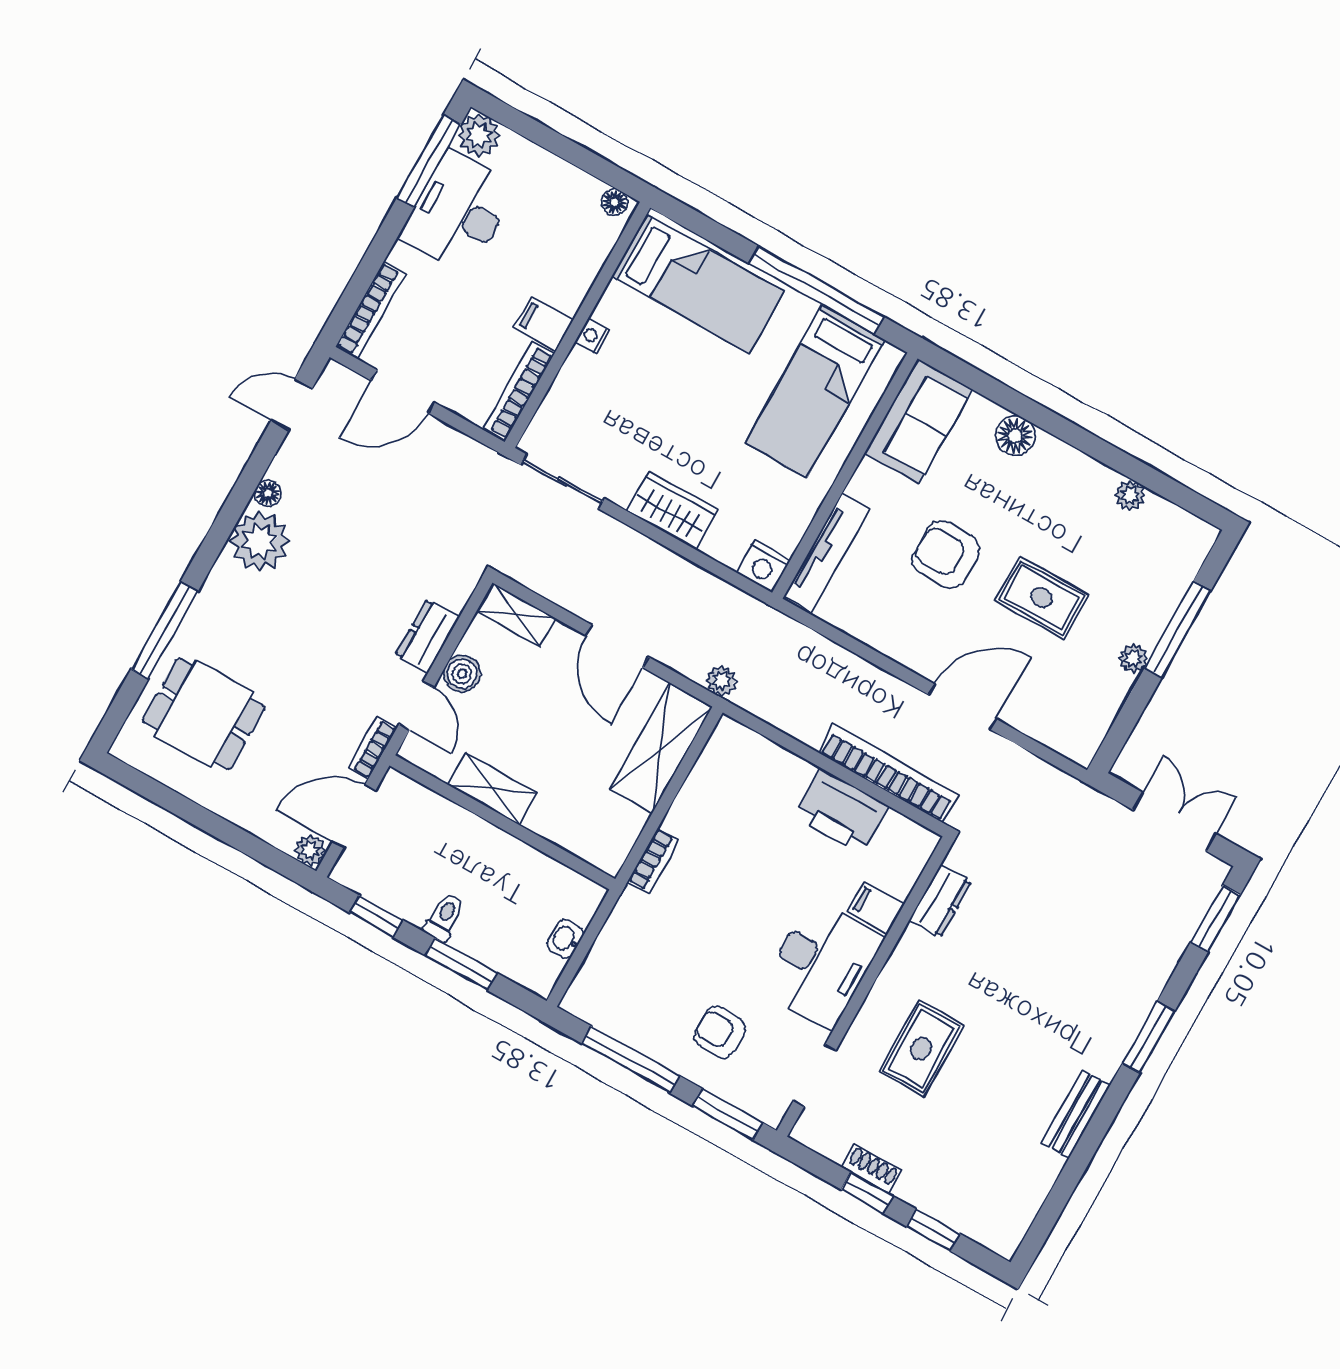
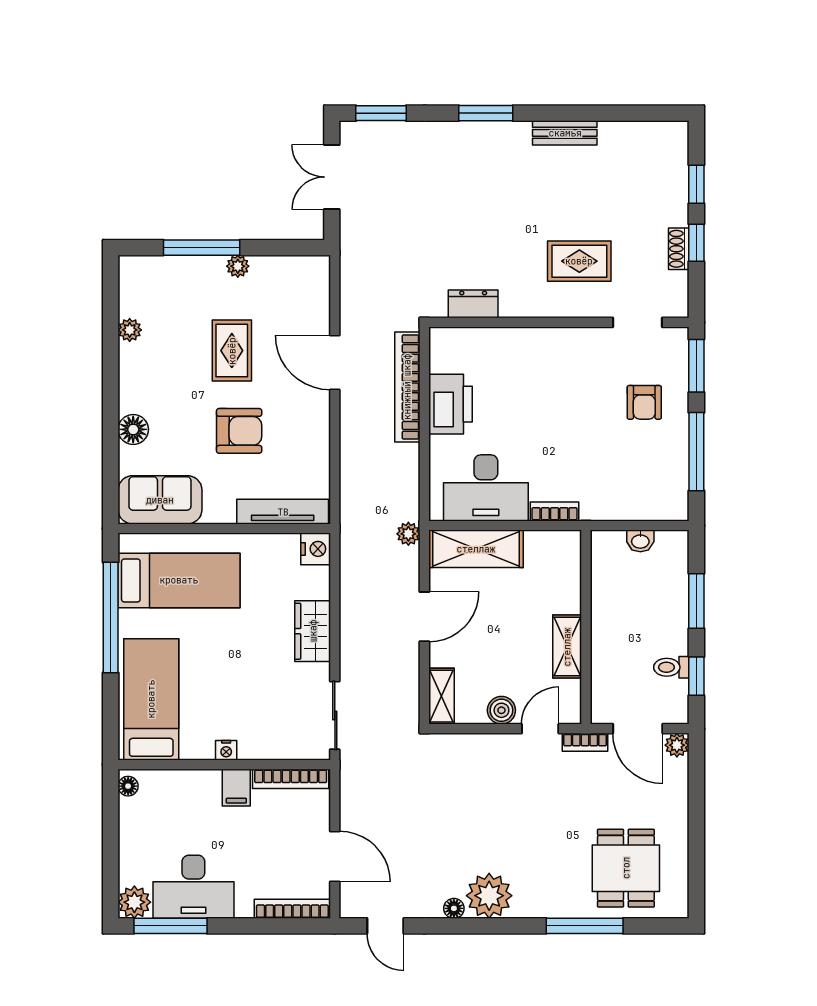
armchair: (946, 555) -> (239, 431), turned -90
dresser: (427, 636) -> (489, 748), removed
filing cabinet: (876, 907) -> (502, 345), removed
toilet: (444, 917) -> (671, 667), moved
desk: (822, 963) -> (486, 488), moved, turned 180

